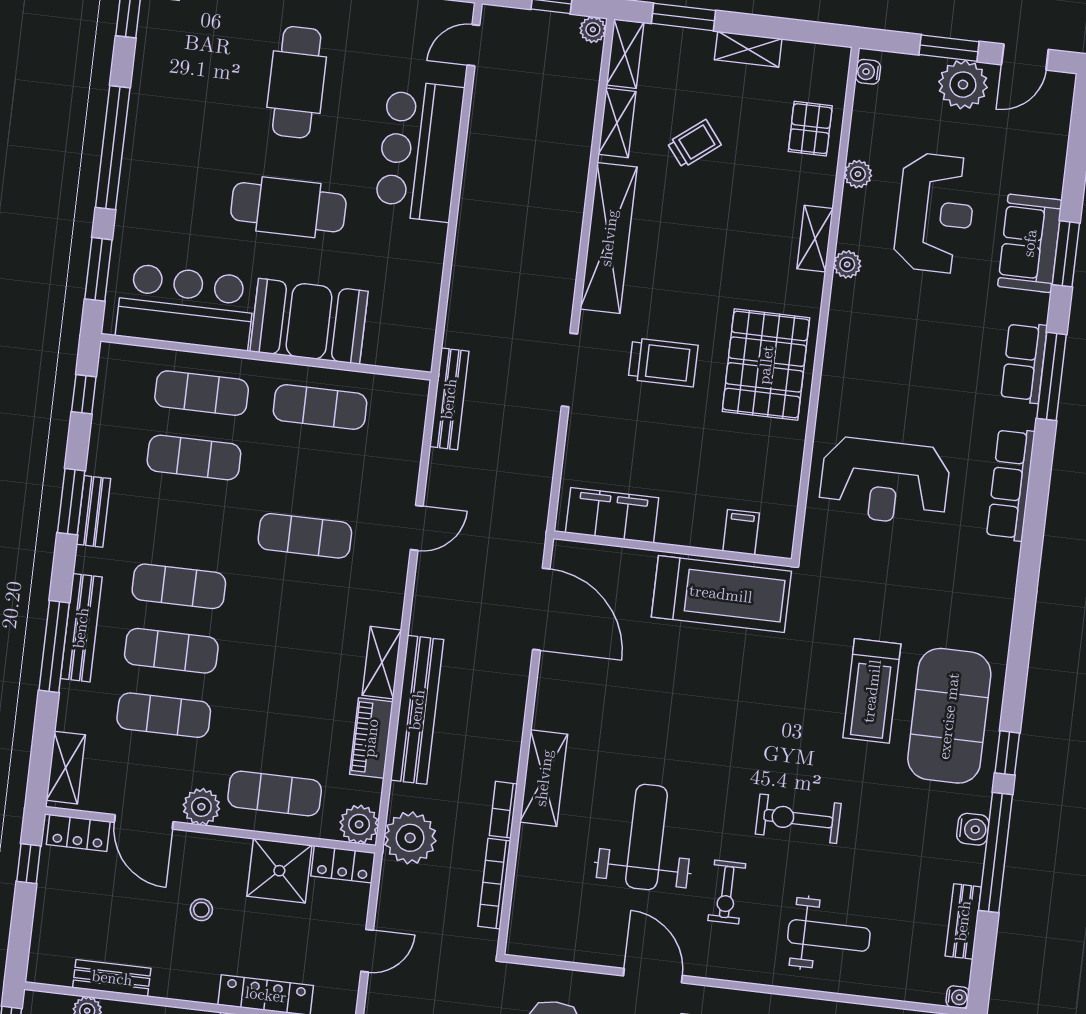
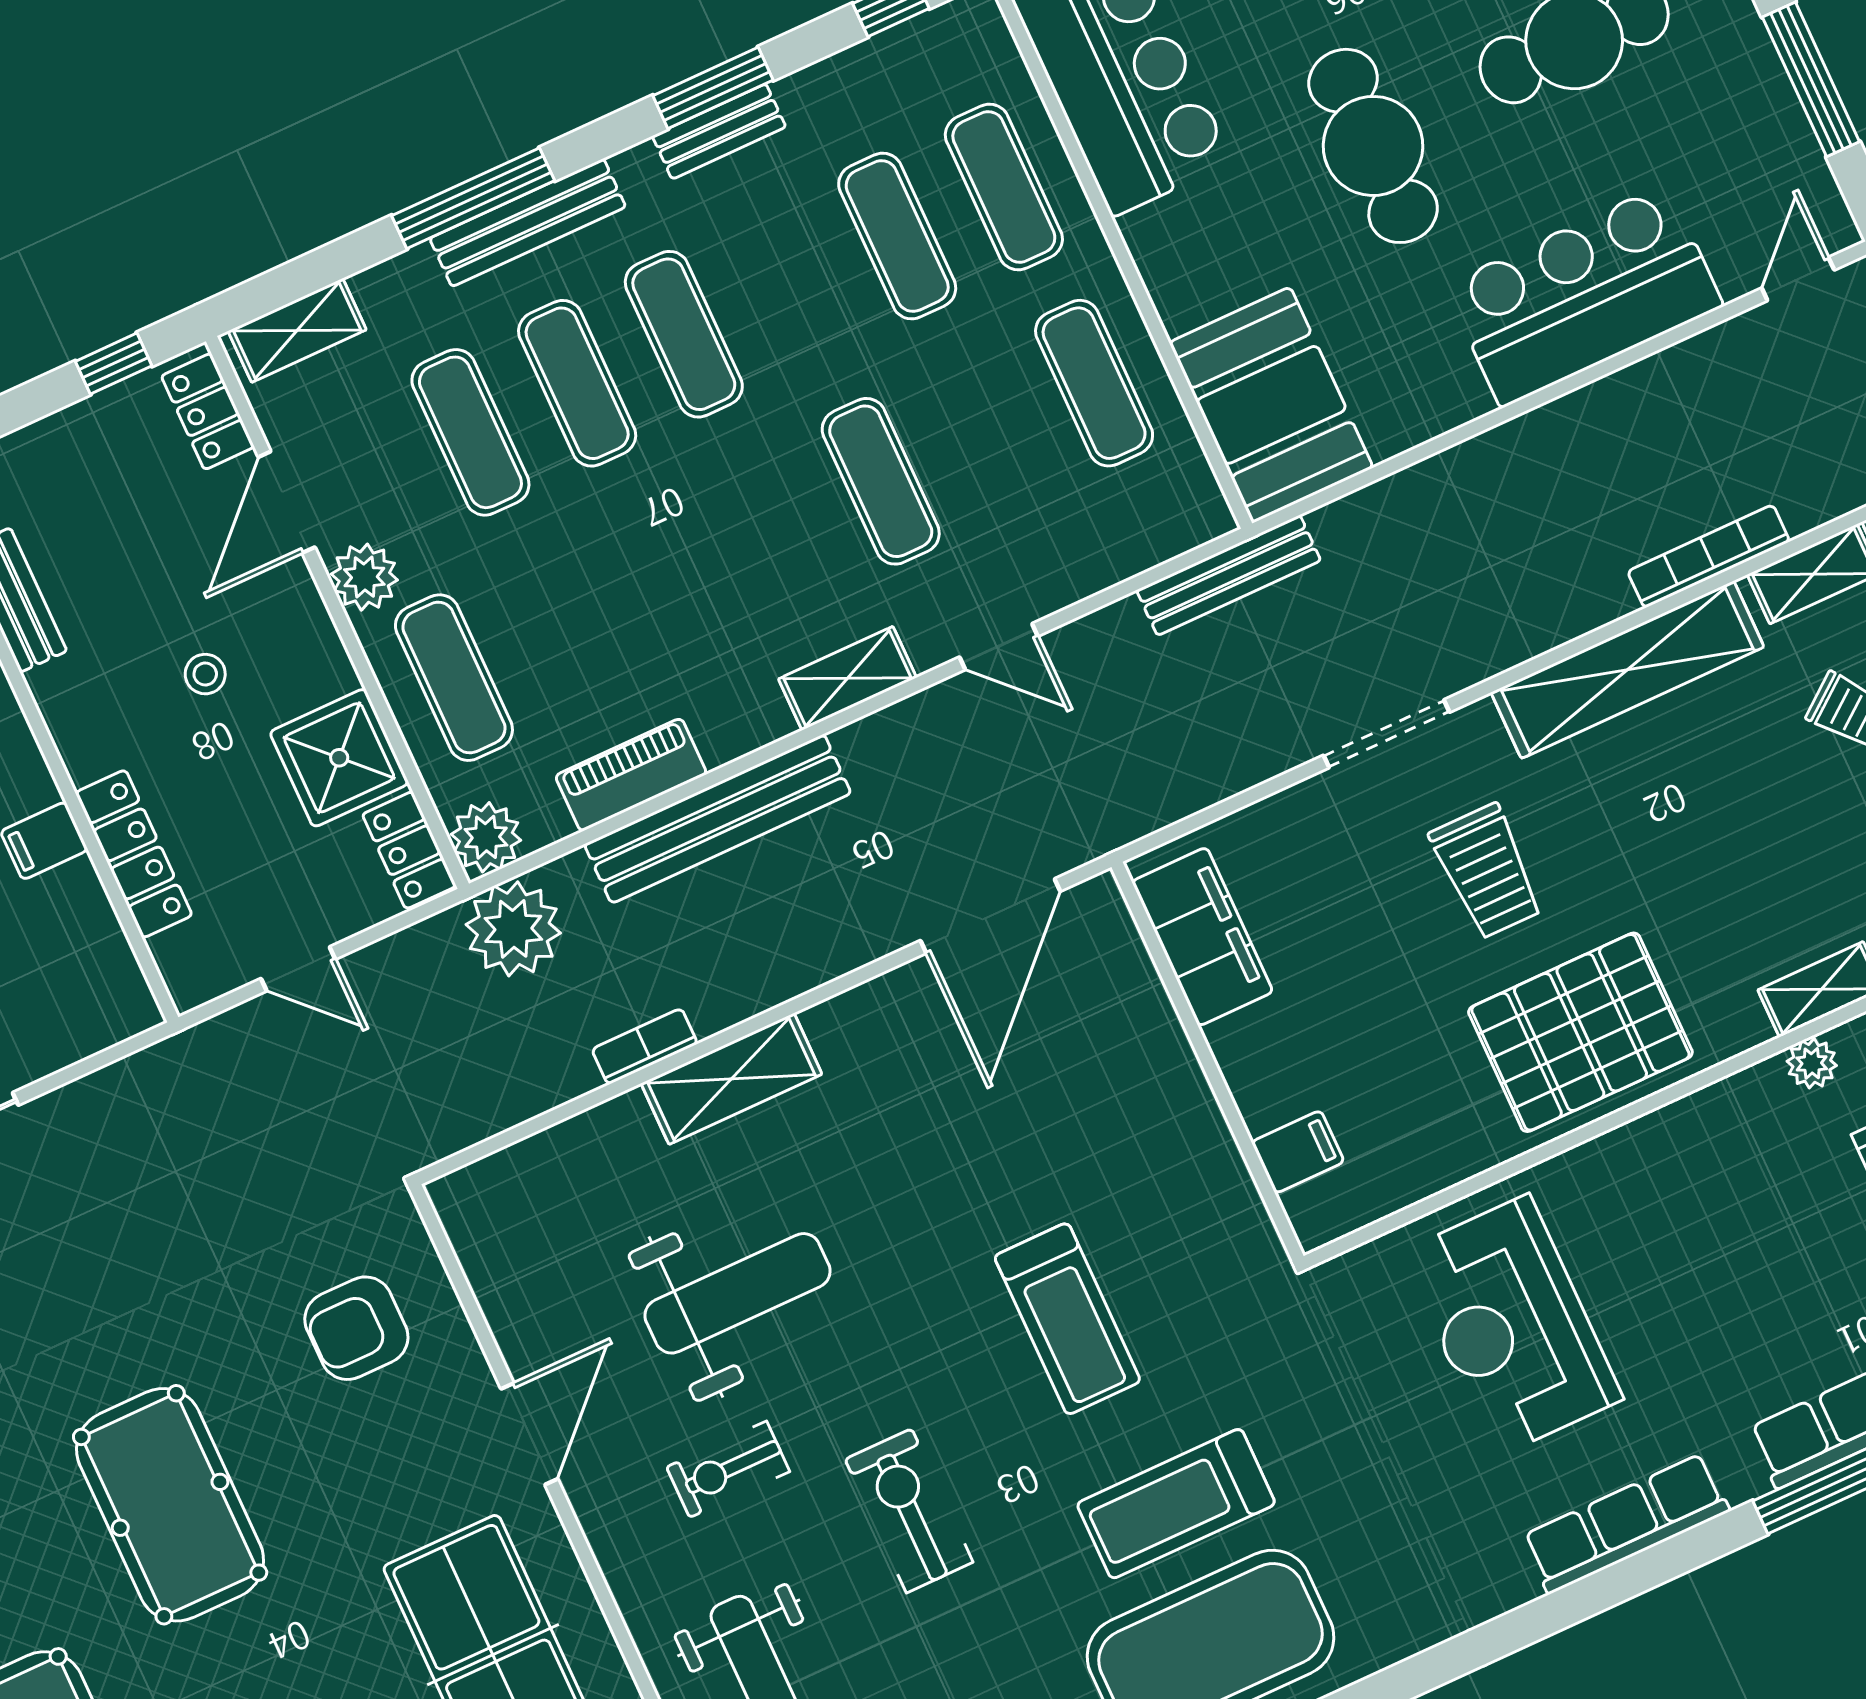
door: (473, 45) -> (1798, 279), hinge flipped
booth: (309, 321) -> (1271, 405), moved
treadmill: (721, 594) -> (1067, 1319), moved, width x0.73, depth x0.73
shelving: (382, 663) -> (847, 678), moved
bookcase: (494, 884) -> (1709, 556), moved

